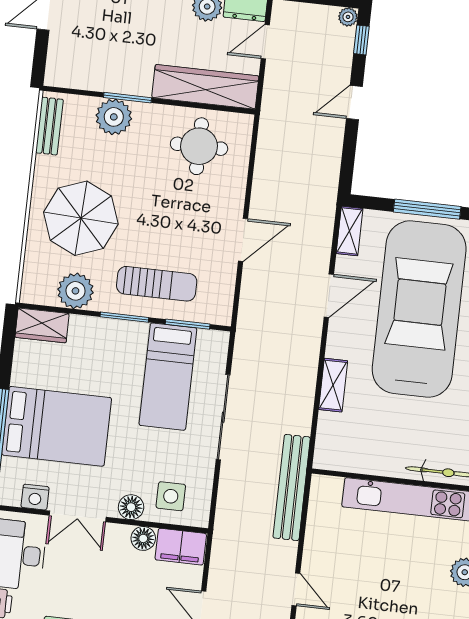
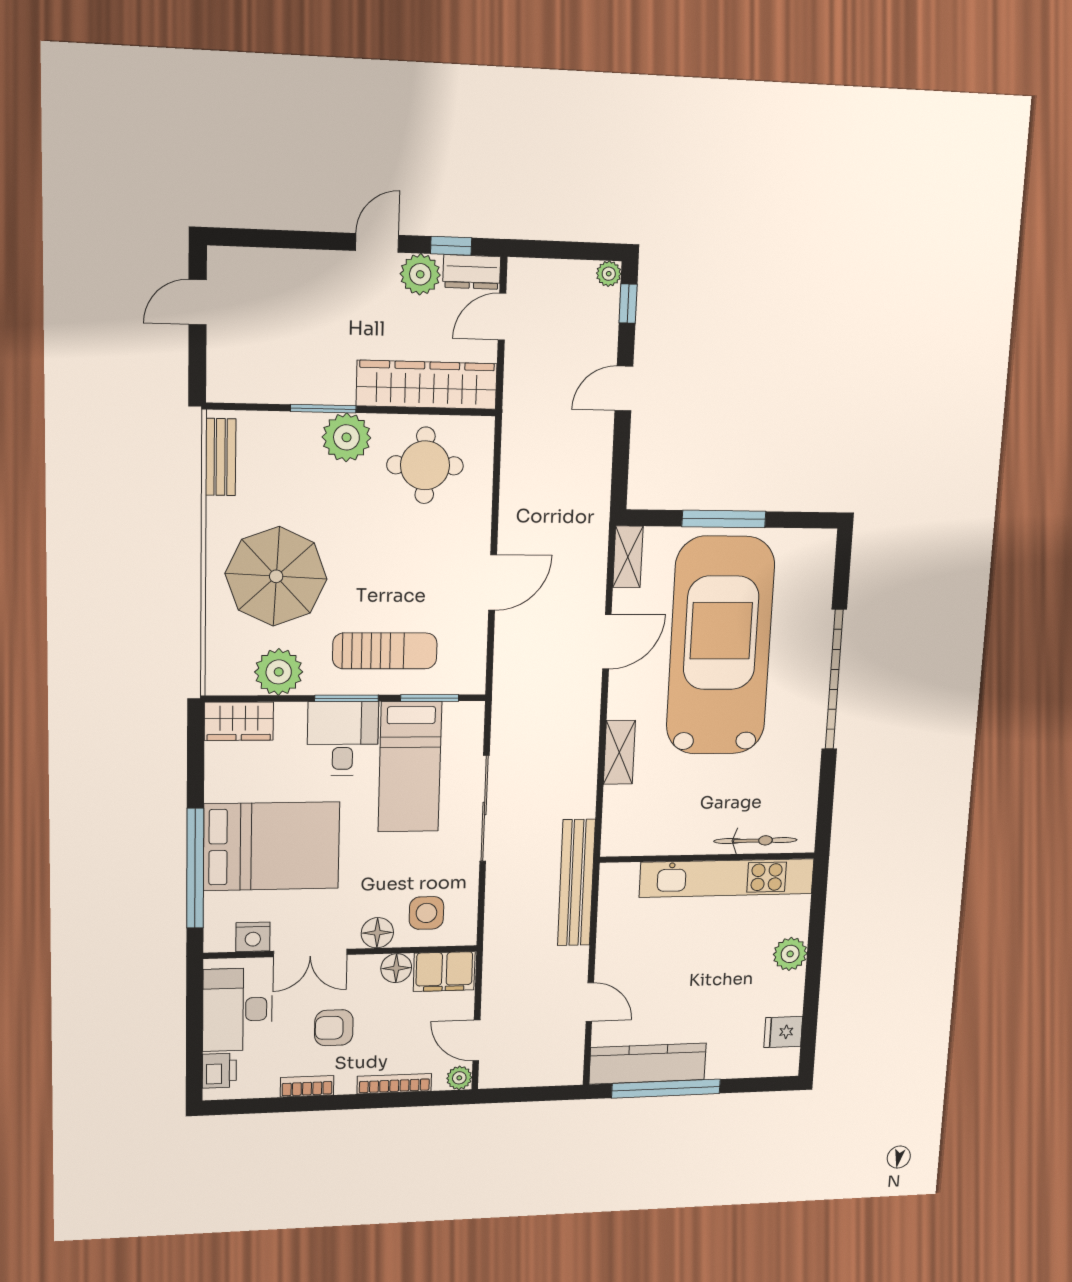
plant: (114, 117) -> (346, 437), moved
desk: (119, 348) -> (343, 739), added
armchair: (90, 581) -> (334, 1028), added

